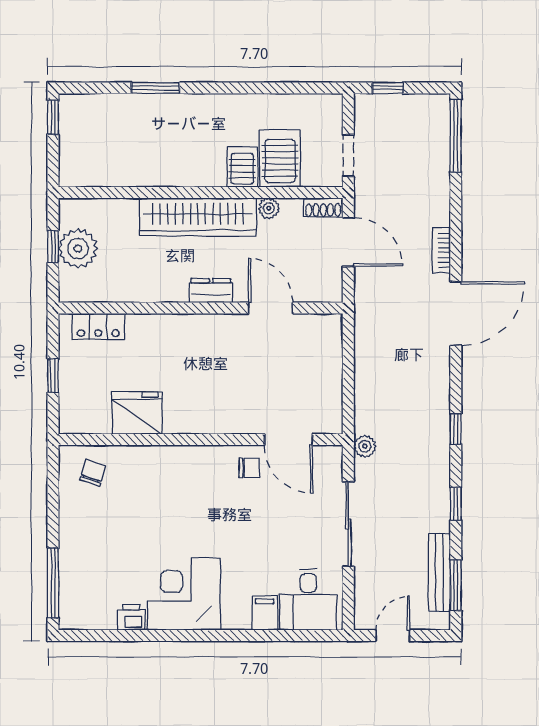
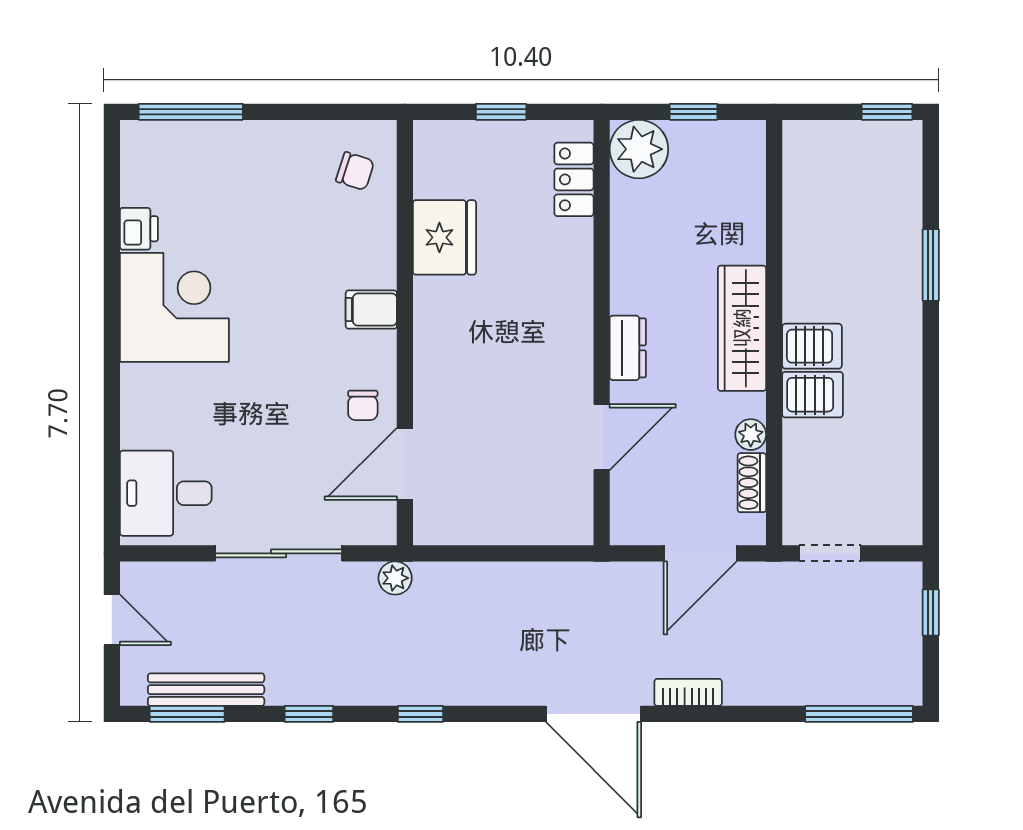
server rack: (280, 159) -> (812, 346), moved, width x0.73, depth x0.70
shoe rack: (323, 208) -> (752, 483), moved
wardrobe: (198, 217) -> (742, 328), width x0.71, depth x0.85
plant: (78, 249) -> (639, 149), moved
filing cabinet: (265, 613) -> (371, 310), moved, turned 180

